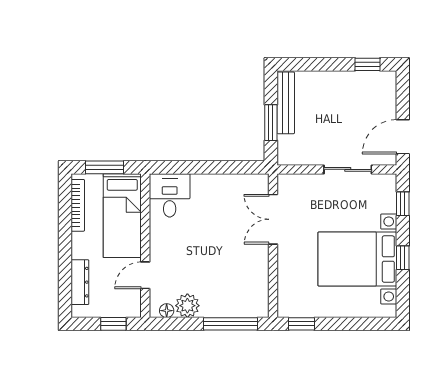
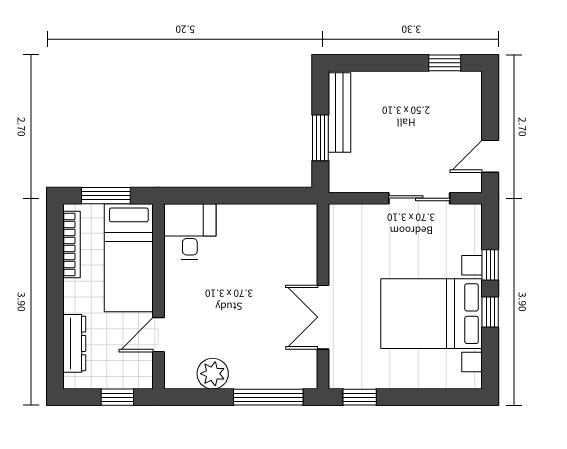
door: (403, 137) -> (490, 156), width x0.73
window: (403, 204) -> (490, 265), moved
double door: (273, 219) -> (323, 317), moved
floor lamp: (167, 311) -> (186, 380), removed

